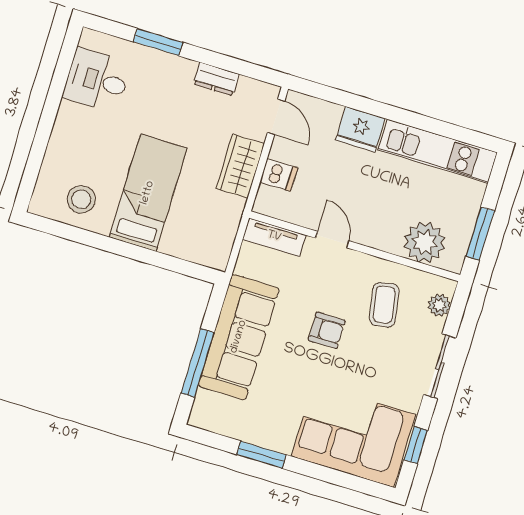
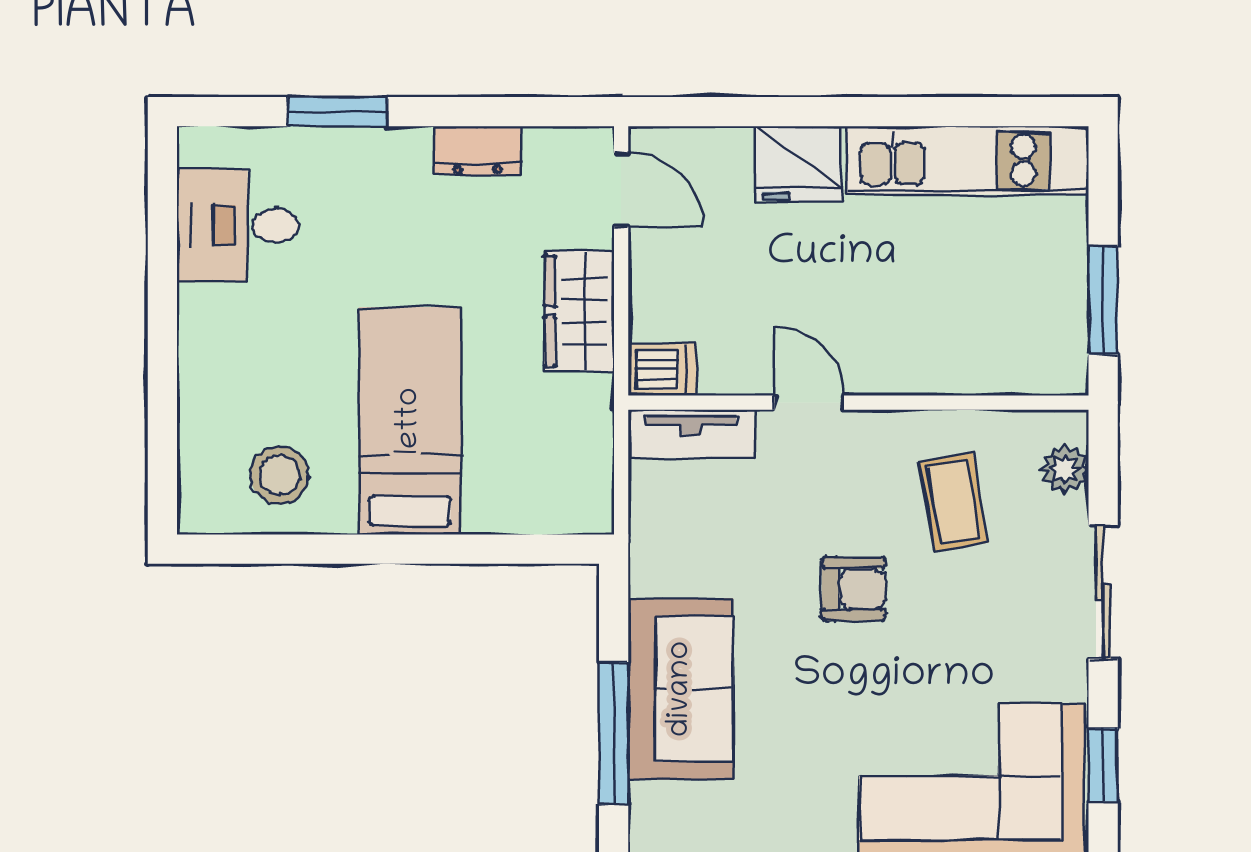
dishwasher: (279, 175) -> (662, 369), moved
plant: (425, 242) -> (997, 352), removed
sofa: (239, 337) -> (681, 689), width x0.73

